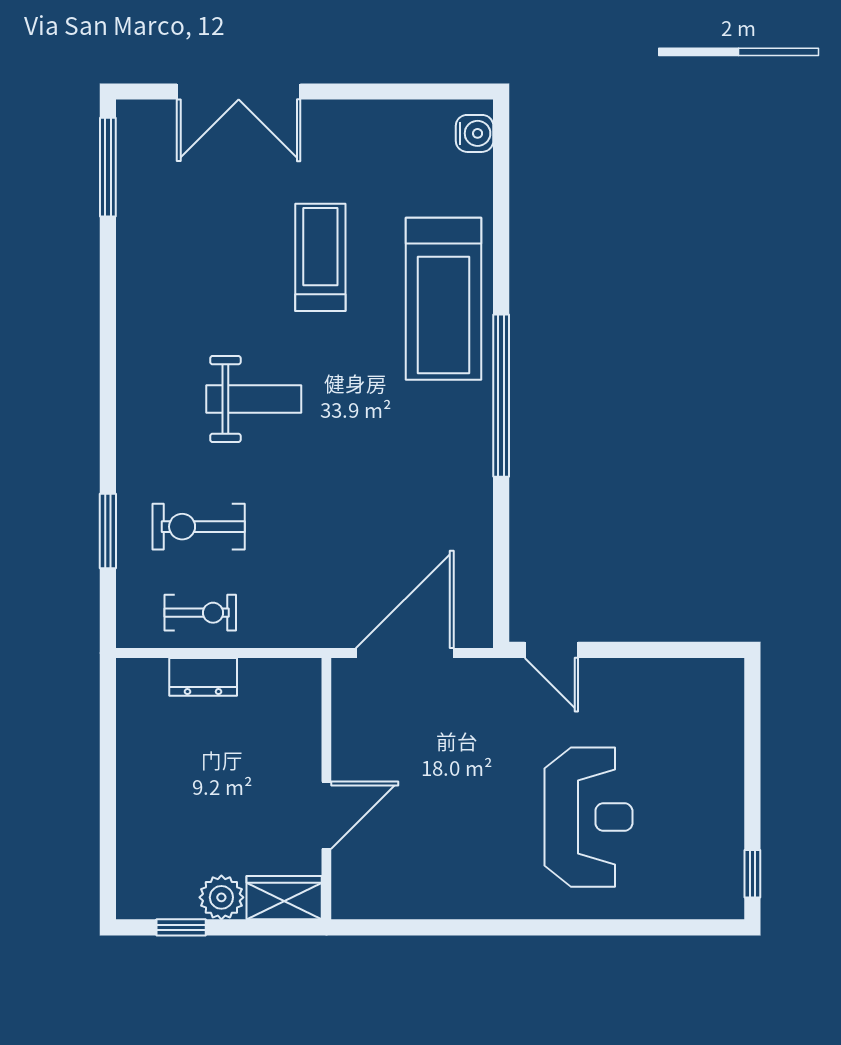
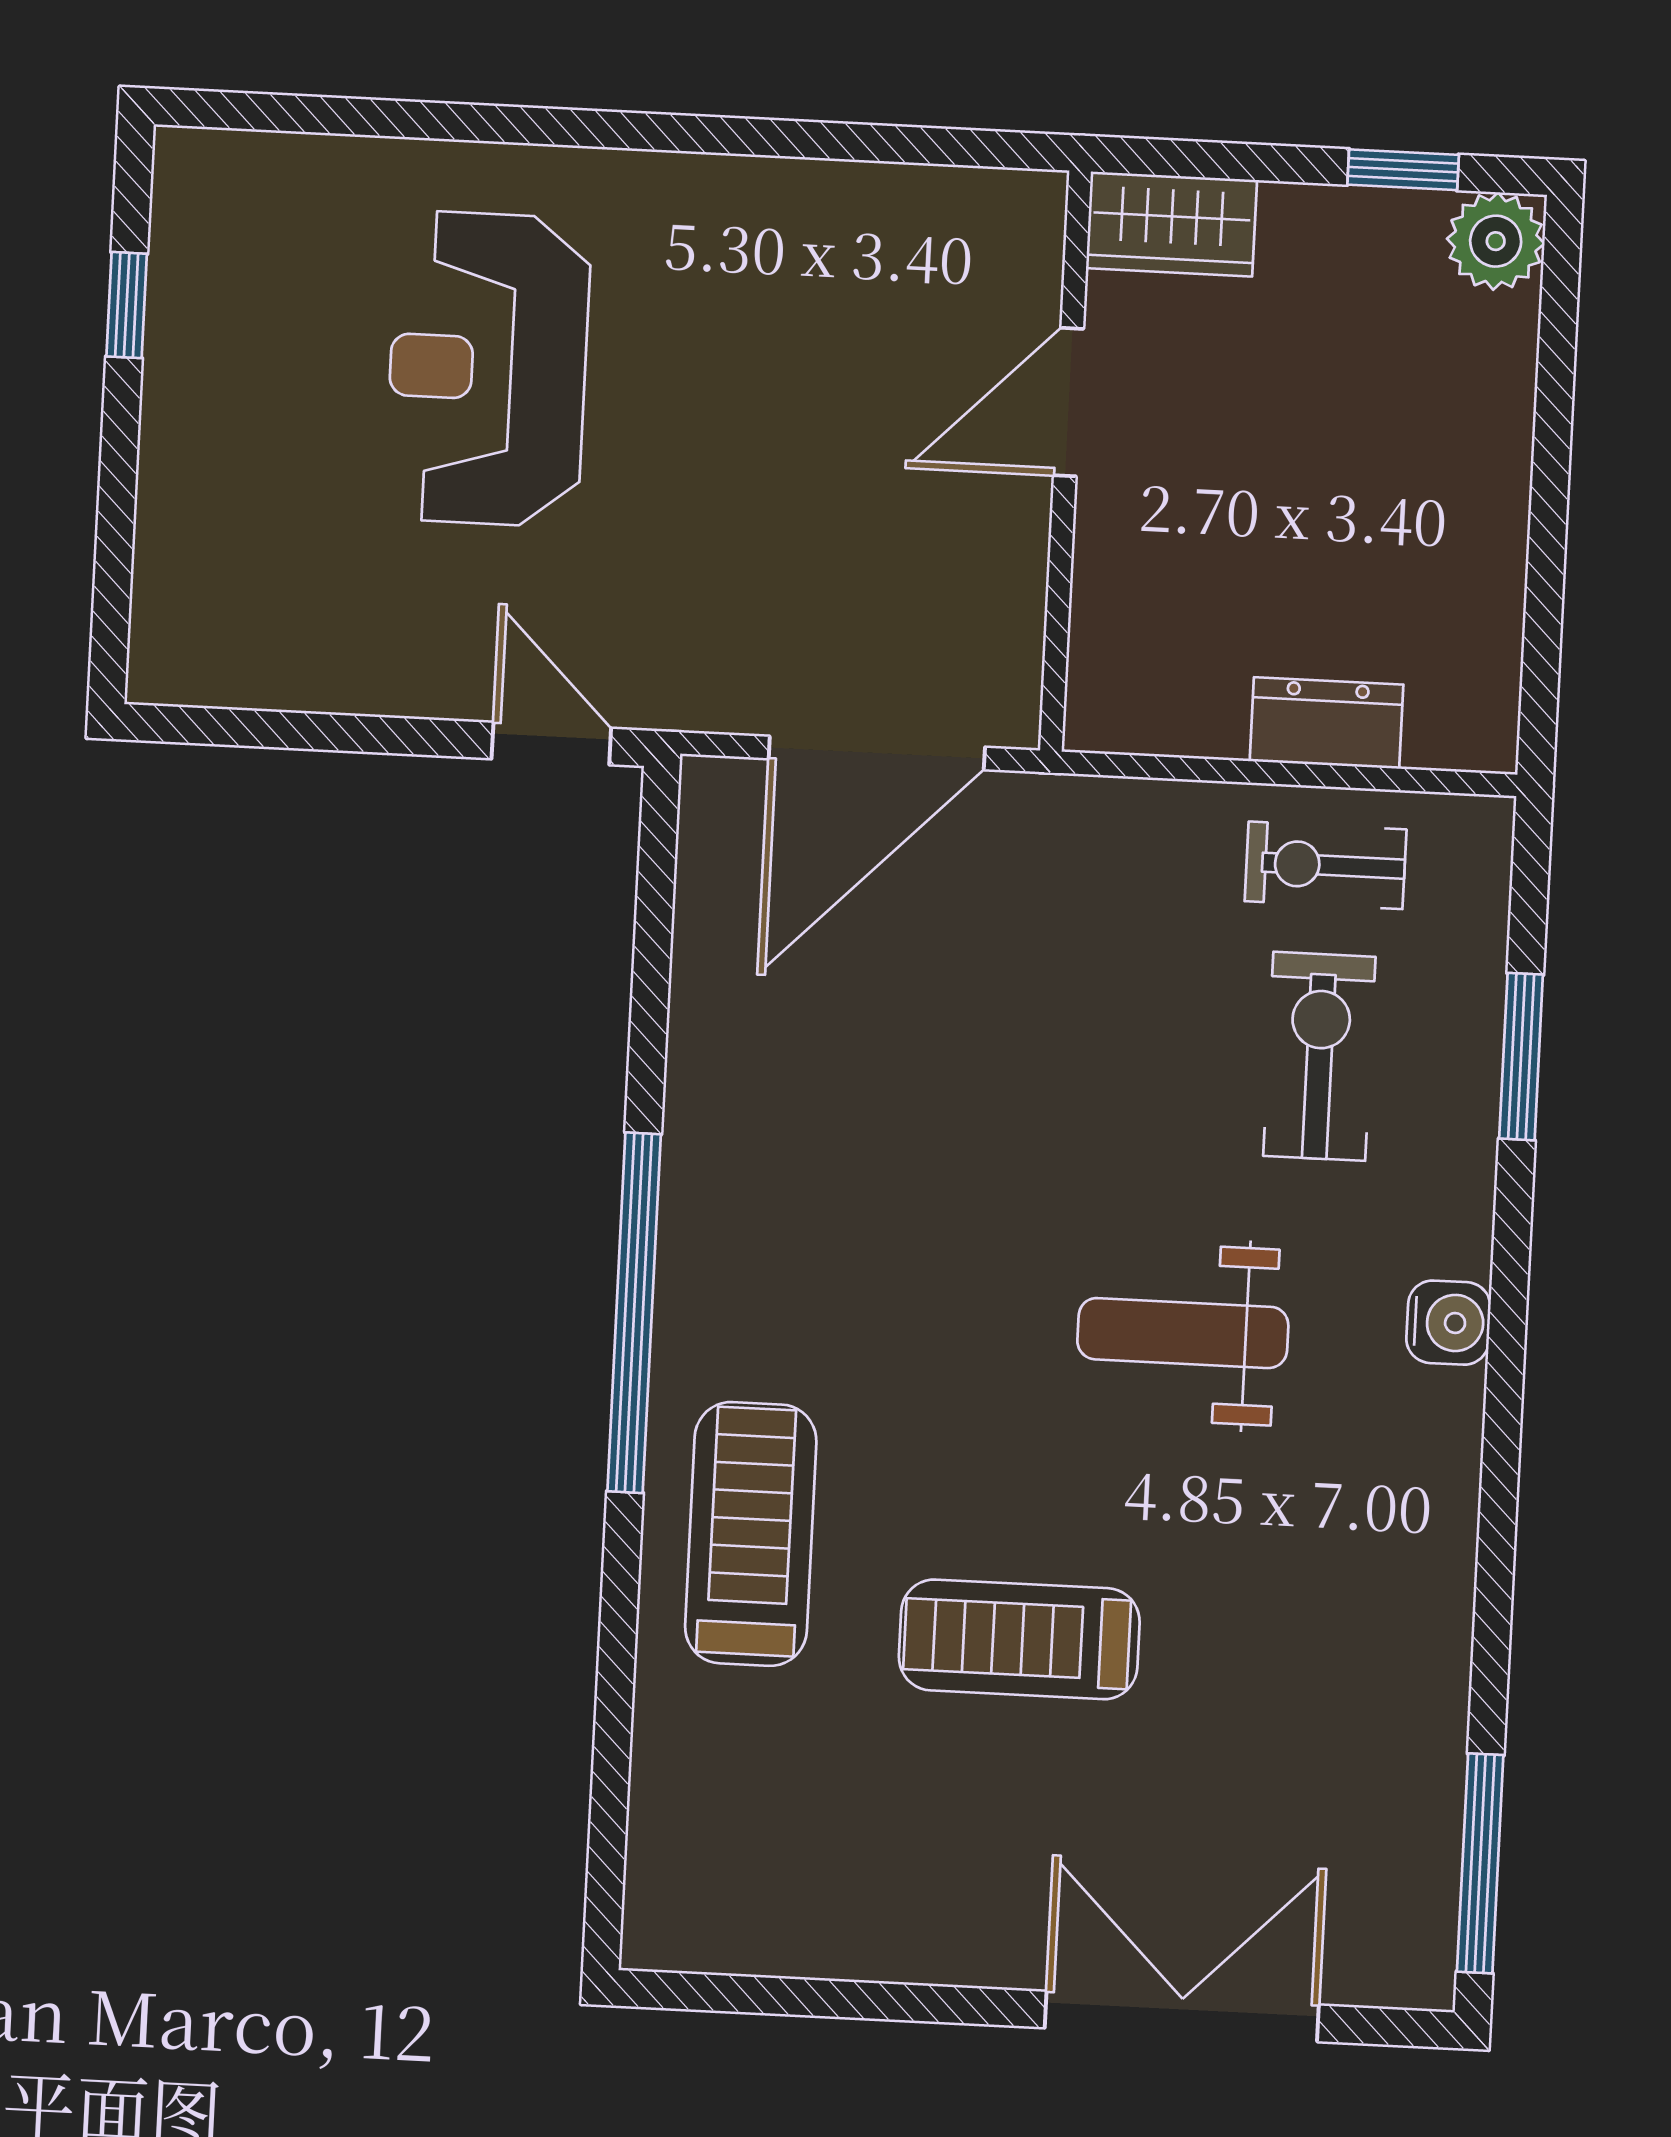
water cooler: (475, 133) -> (1448, 1323), moved, turned 180
treadmill: (320, 257) -> (1019, 1639), turned 90
treadmill: (444, 299) -> (751, 1534), width x0.73, depth x0.73
exercise bike: (199, 527) -> (1319, 1056), turned -90
window: (752, 874) -> (127, 305), moved
plant: (221, 897) -> (1496, 241), moved

